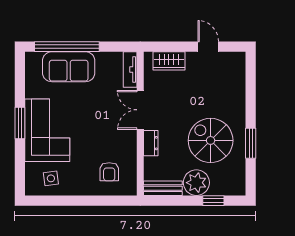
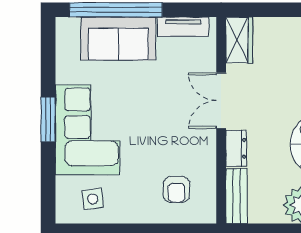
wardrobe: (169, 61) -> (239, 40), moved, turned -90
tv unit: (130, 70) -> (183, 27), moved, turned -90
bench: (163, 188) -> (236, 196), moved, turned 90

